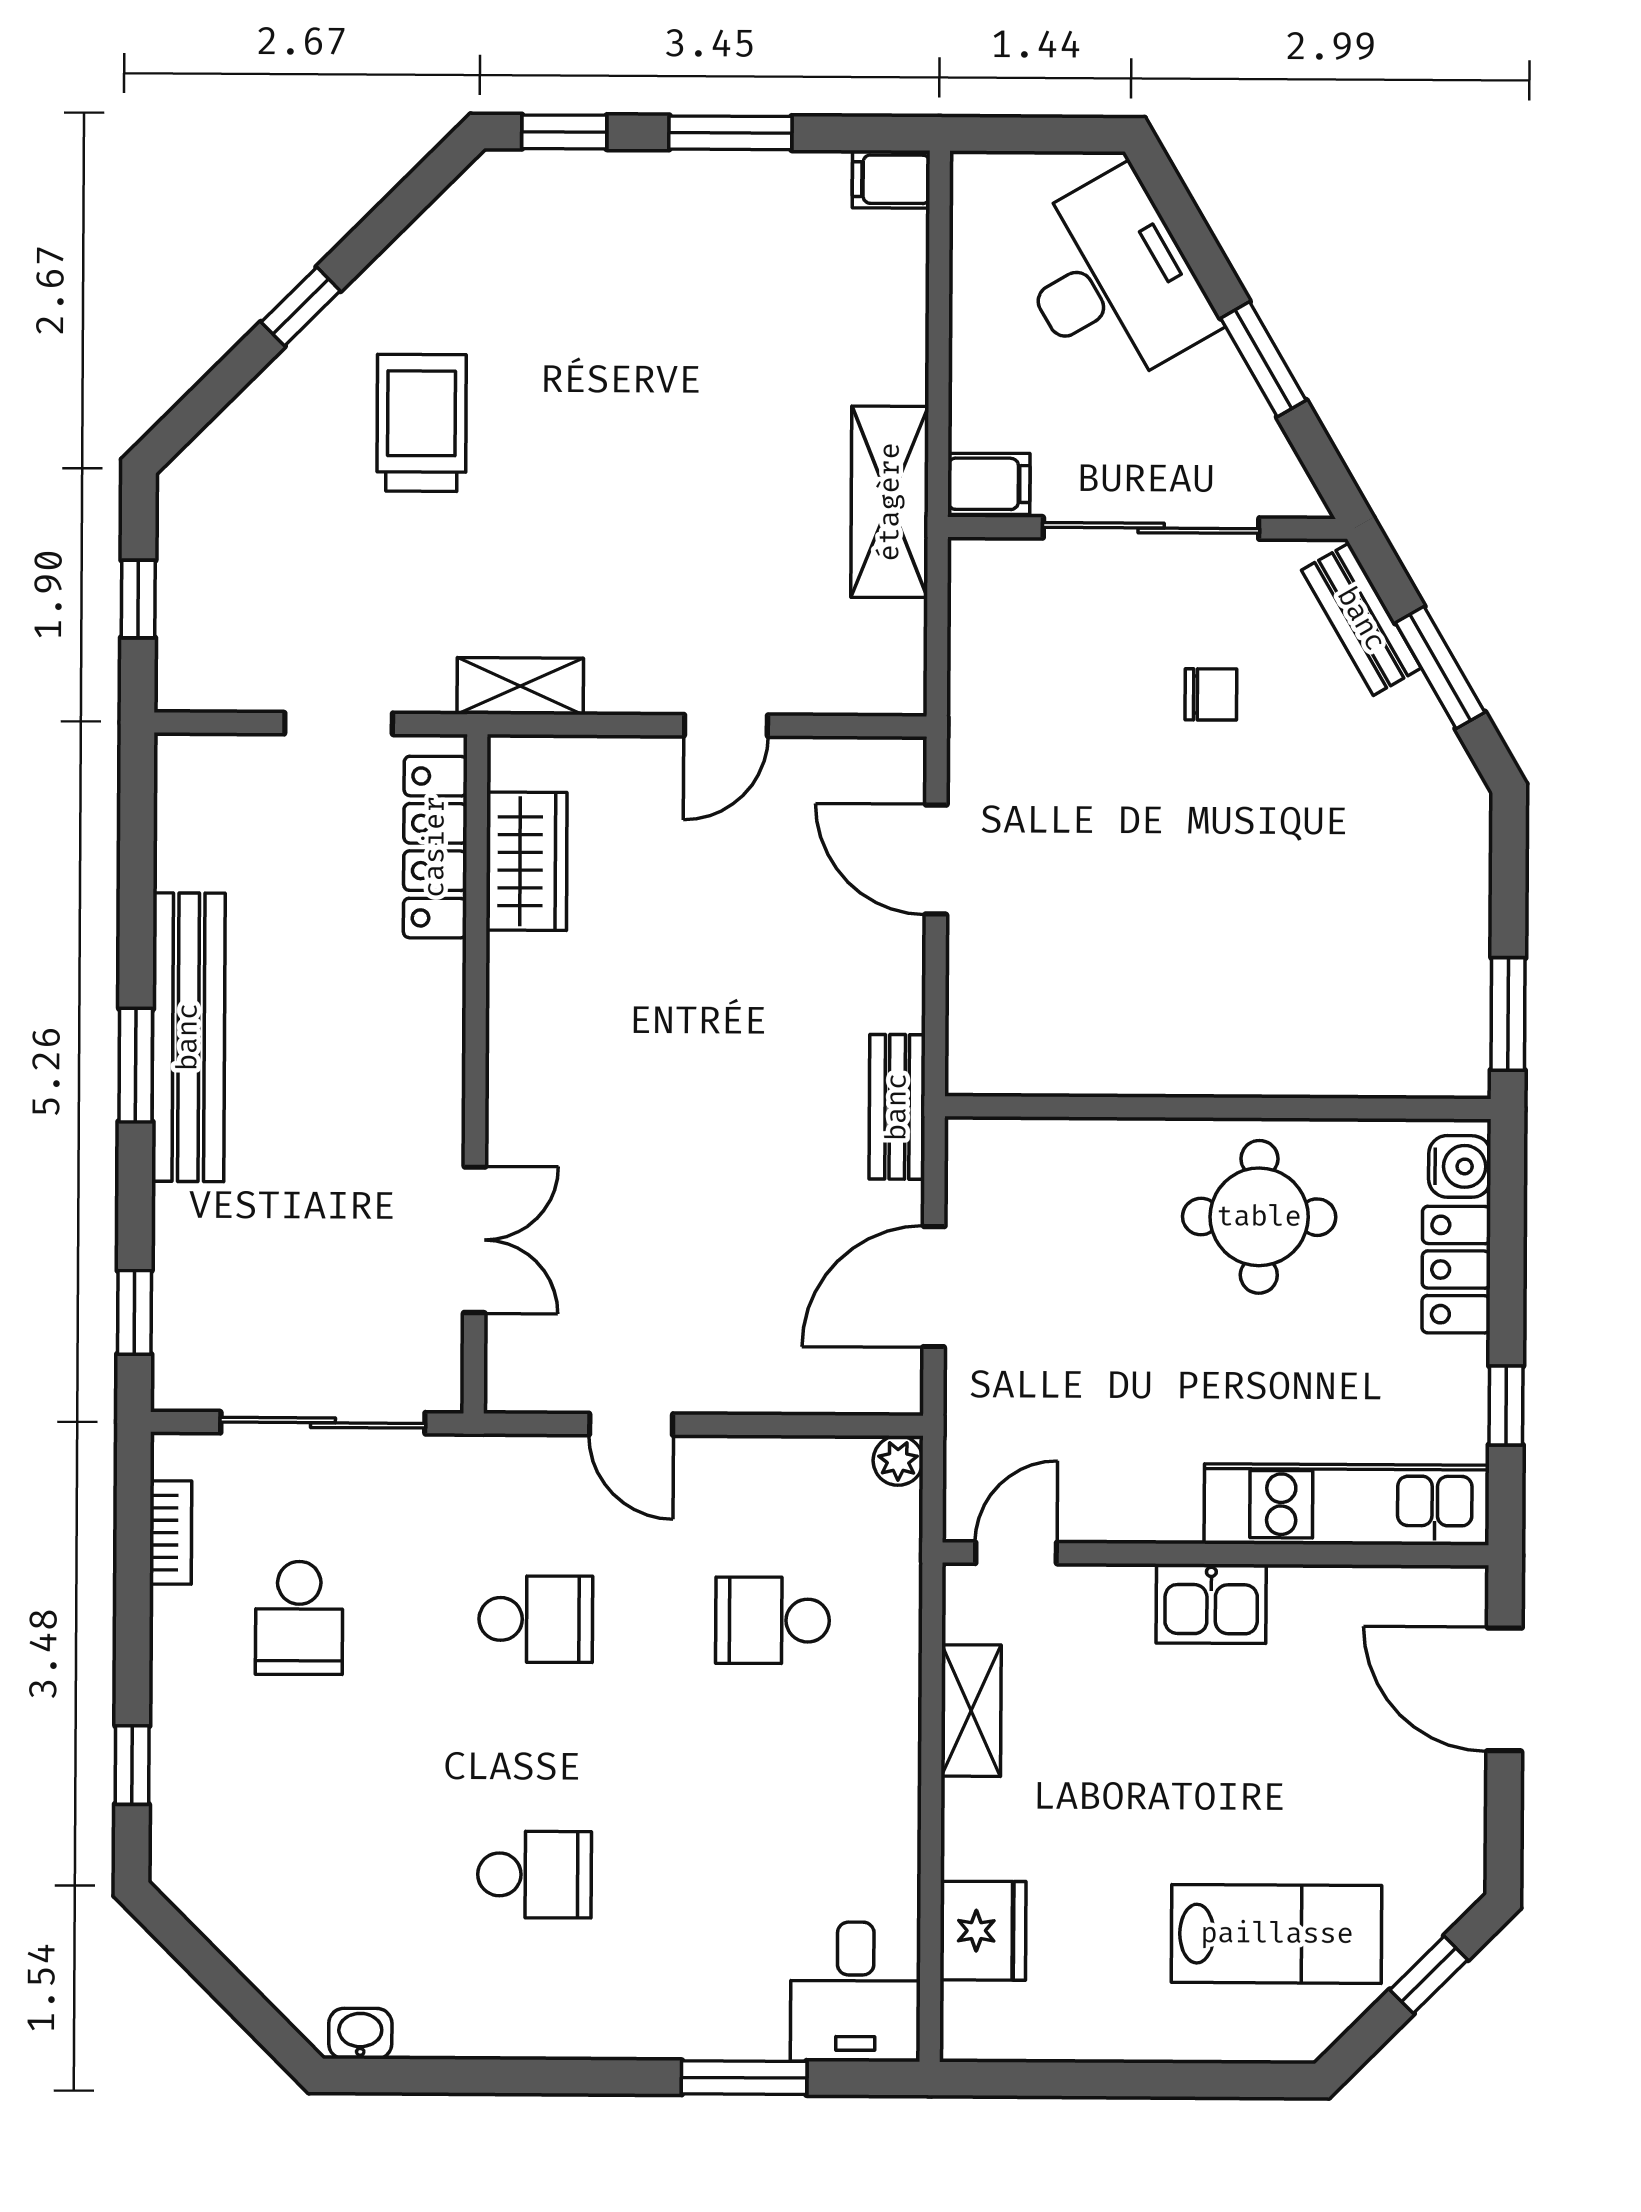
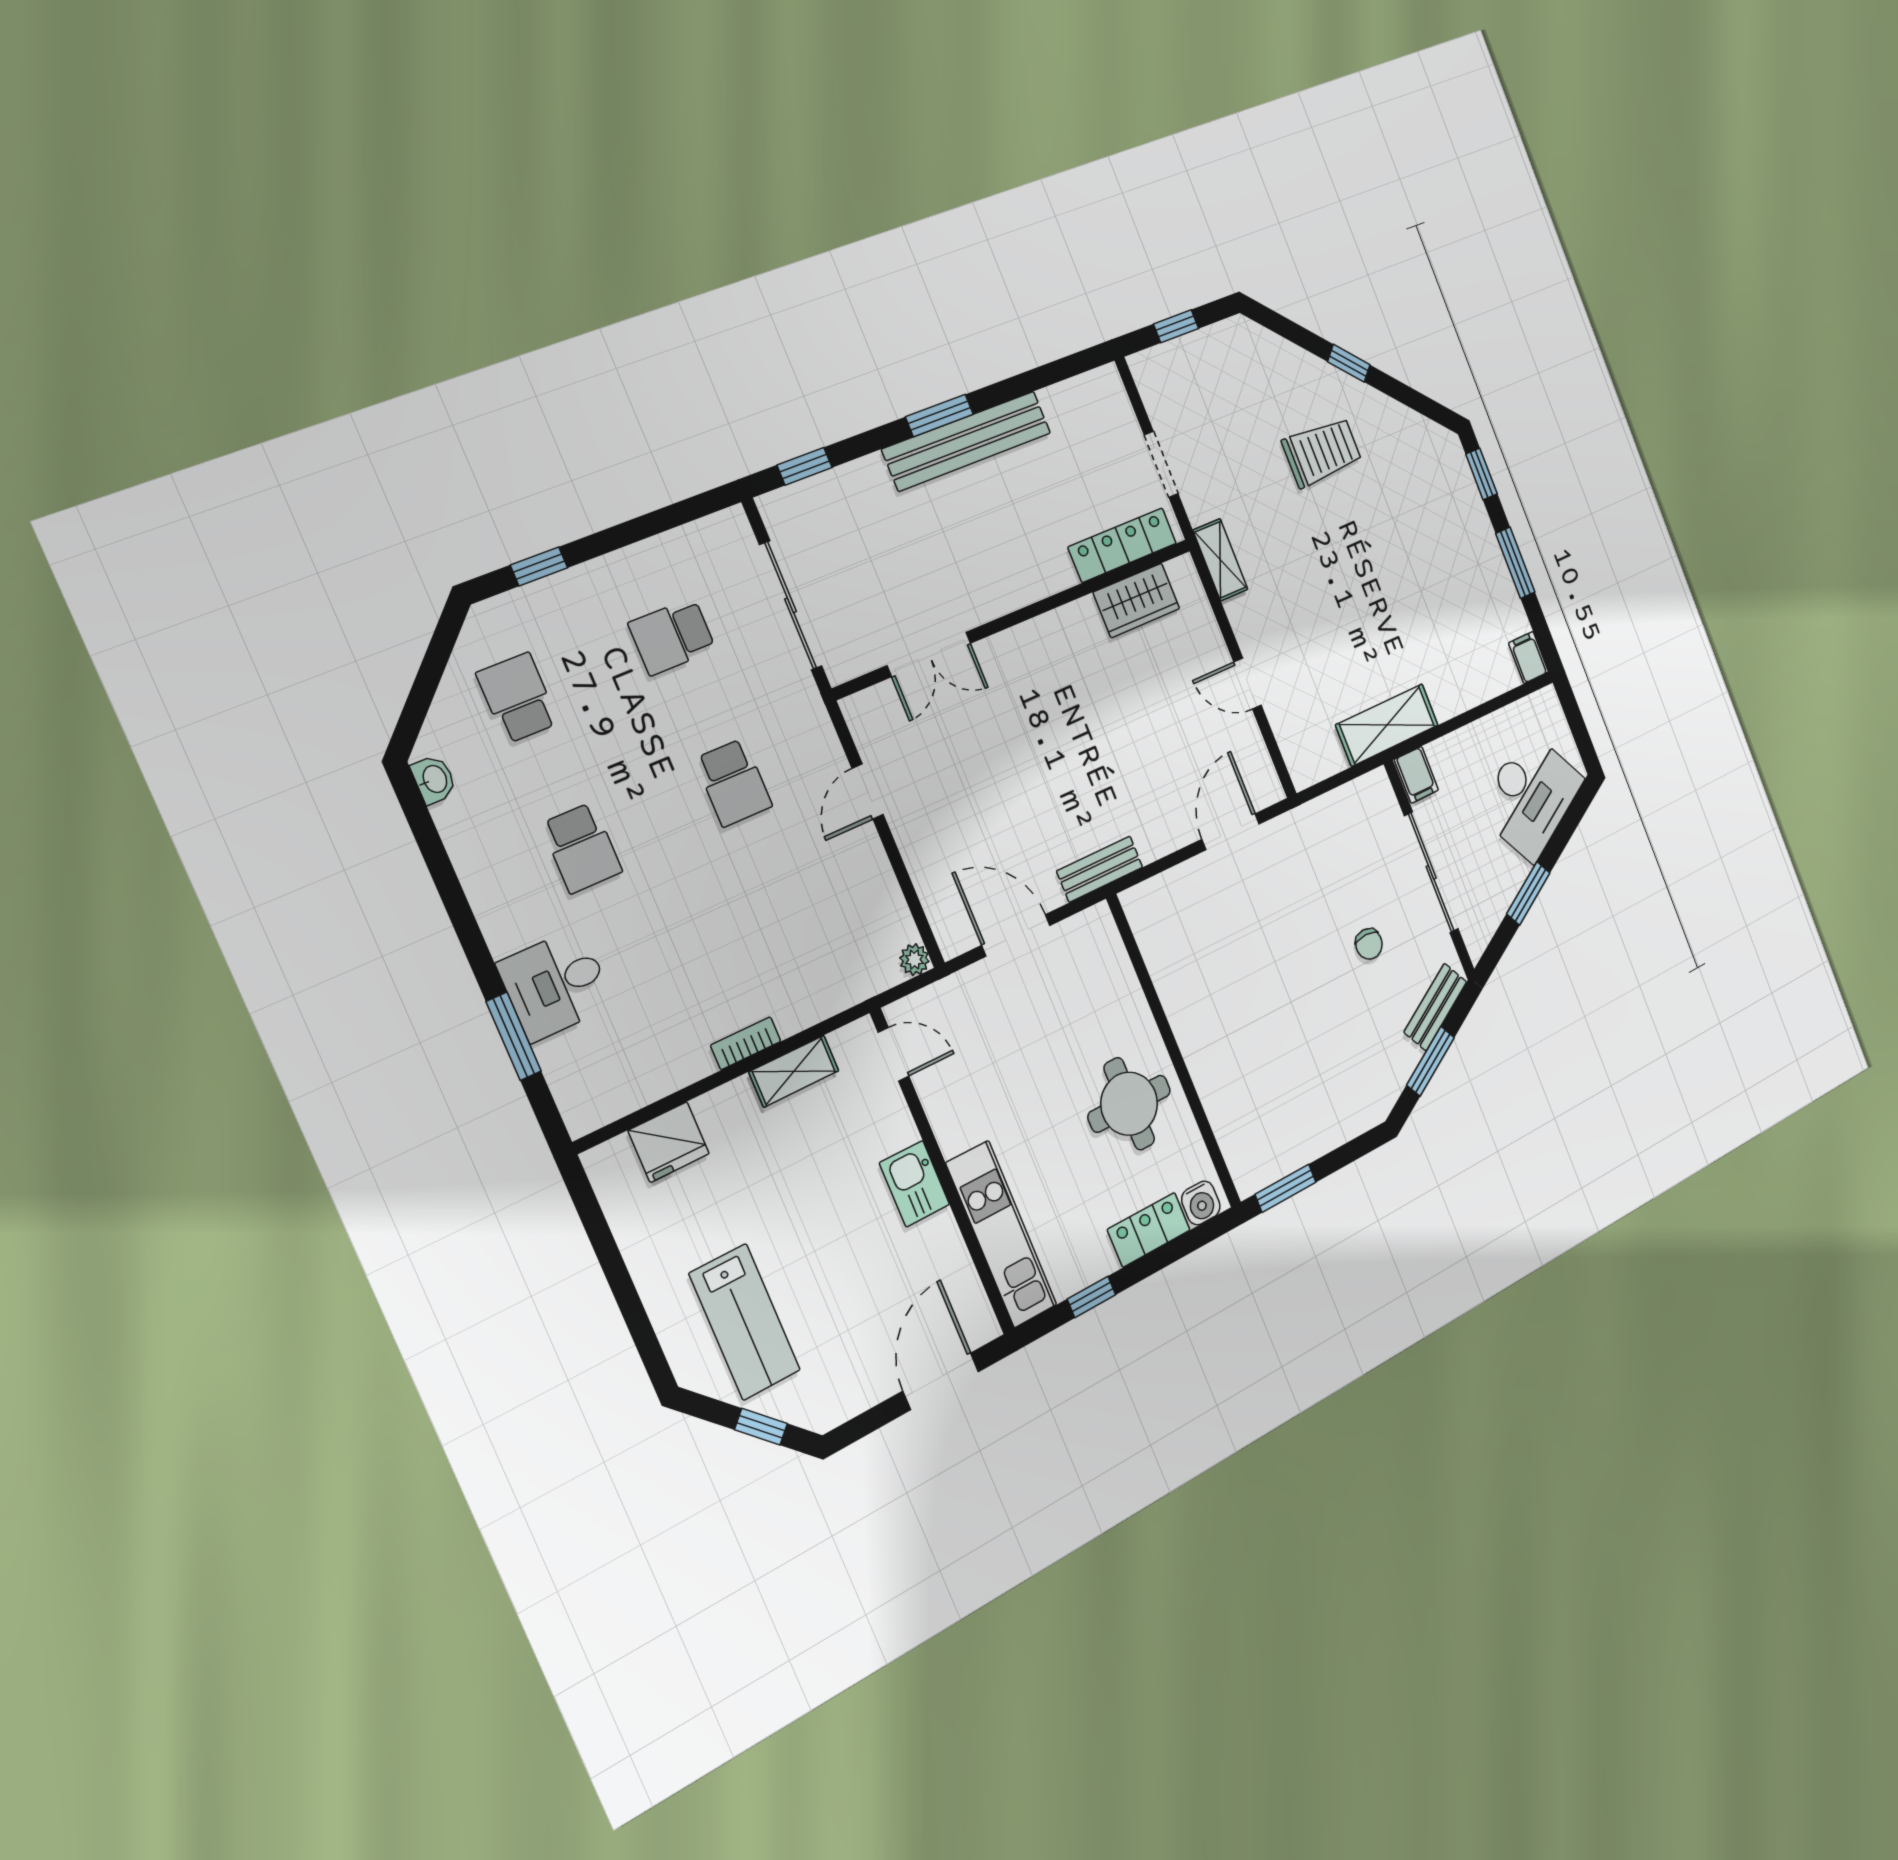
bookcase: (171, 1533) -> (746, 1043), moved, turned 180
school desk: (773, 1620) -> (518, 698), moved
desk: (855, 1992) -> (556, 984), moved

